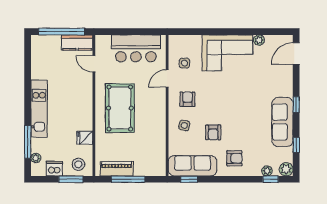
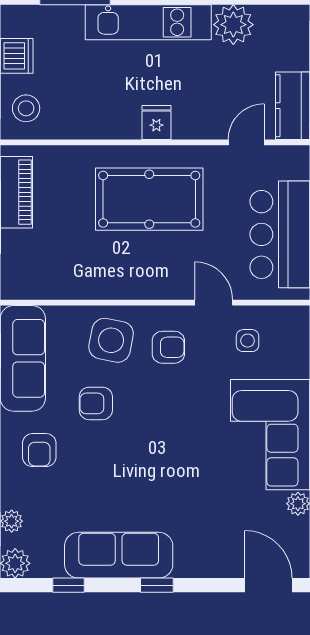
side table: (184, 125) -> (111, 340), width x1.87, depth x1.87
fridge: (85, 138) -> (156, 122), moved
plant: (36, 158) -> (233, 25), moved, width x1.88, depth x1.88

